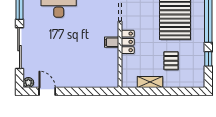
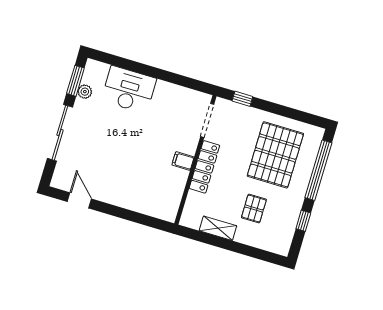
locker: (128, 42) -> (204, 167), width x1.53
plant: (28, 83) -> (85, 92), moved

